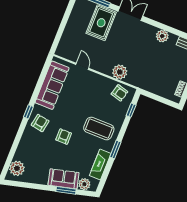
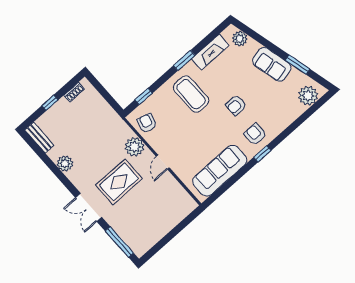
rug: (101, 23) -> (119, 182), moved
door: (82, 66) -> (163, 162), moved
armchair: (40, 123) -> (255, 134), turned 80
sofa: (64, 179) -> (272, 64), moved
window: (66, 190) -> (298, 65), moved

